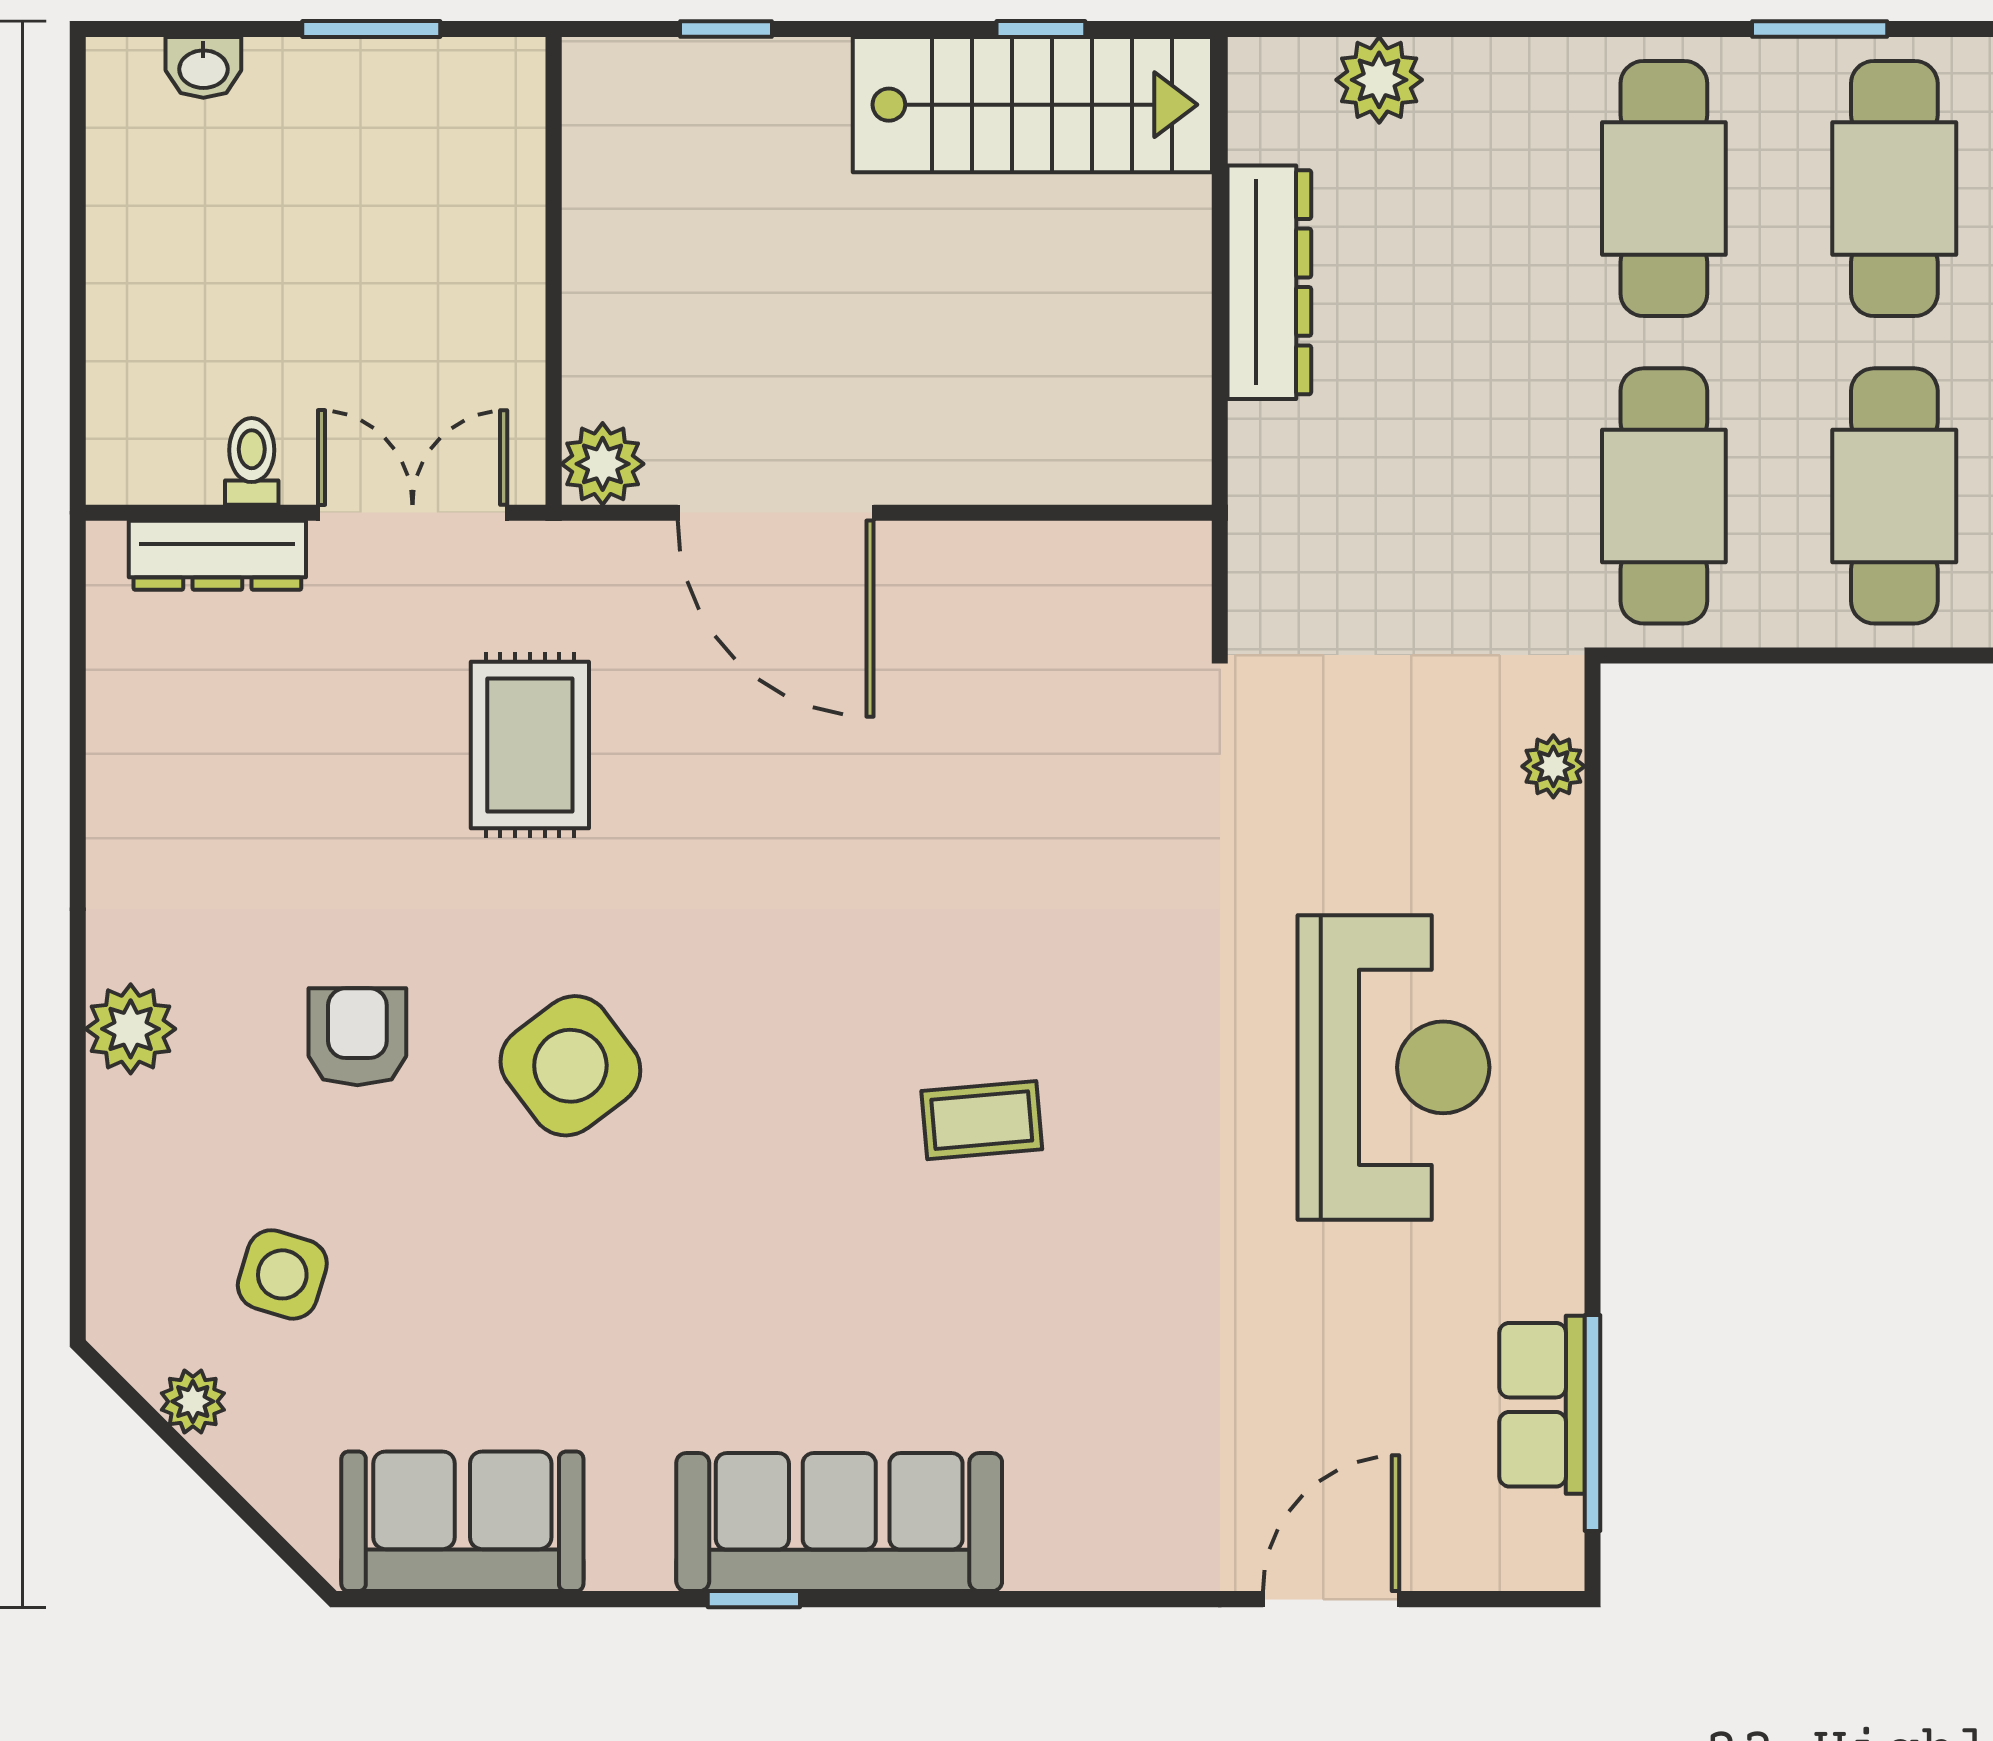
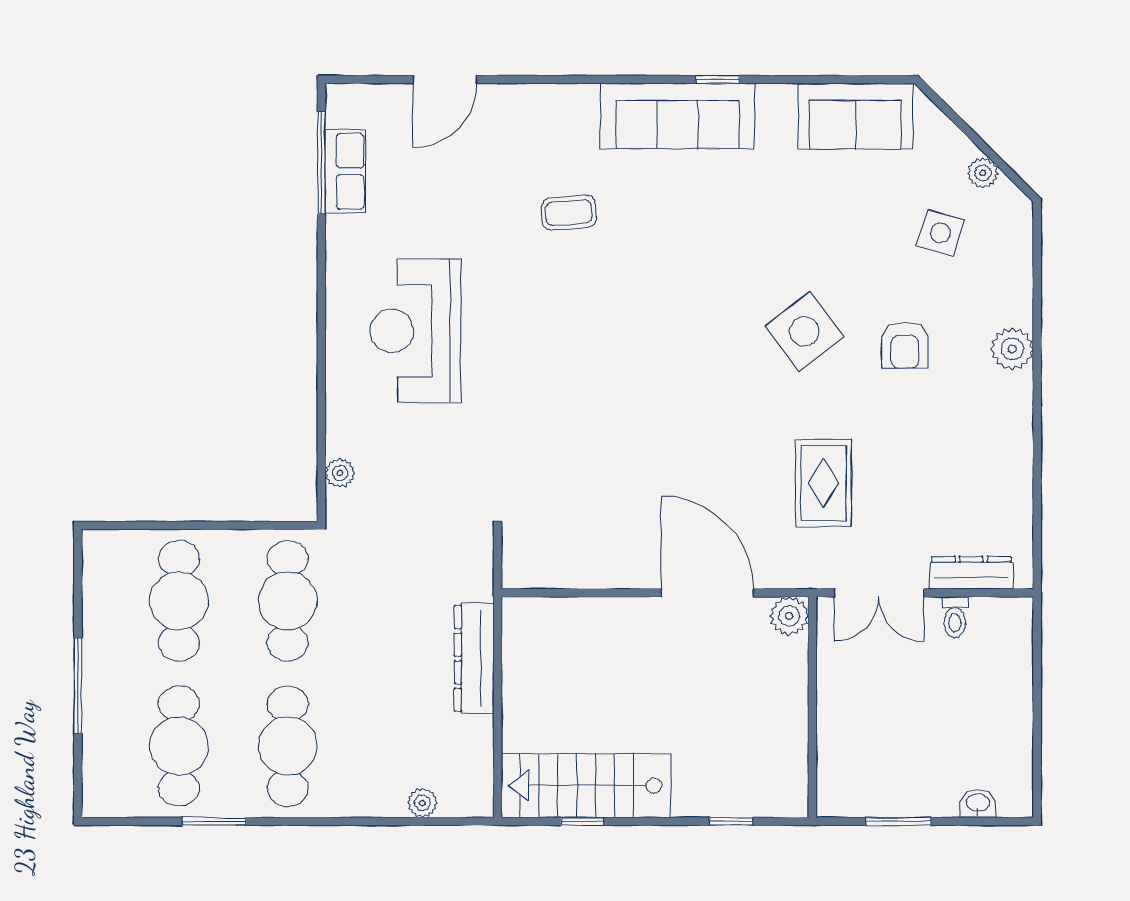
plant: (1379, 80) -> (422, 803), width x0.73, depth x0.73
dresser: (1269, 282) -> (474, 658), moved
coffee table: (982, 1120) -> (569, 213), moved

